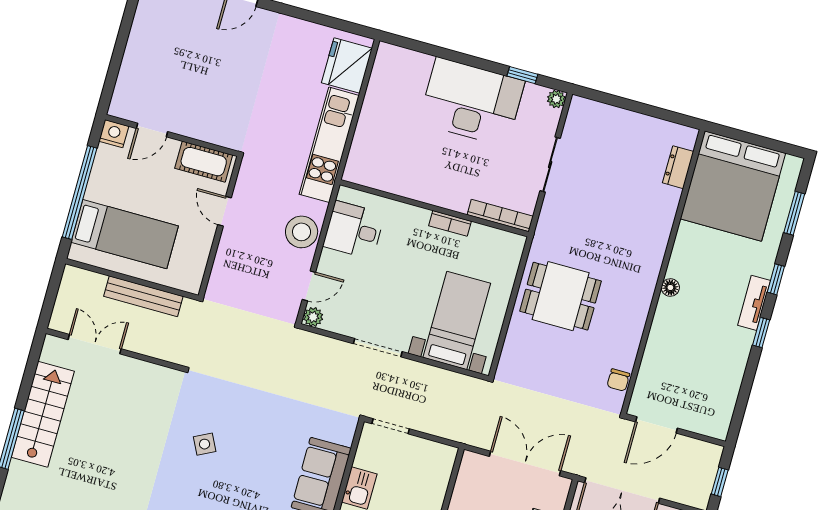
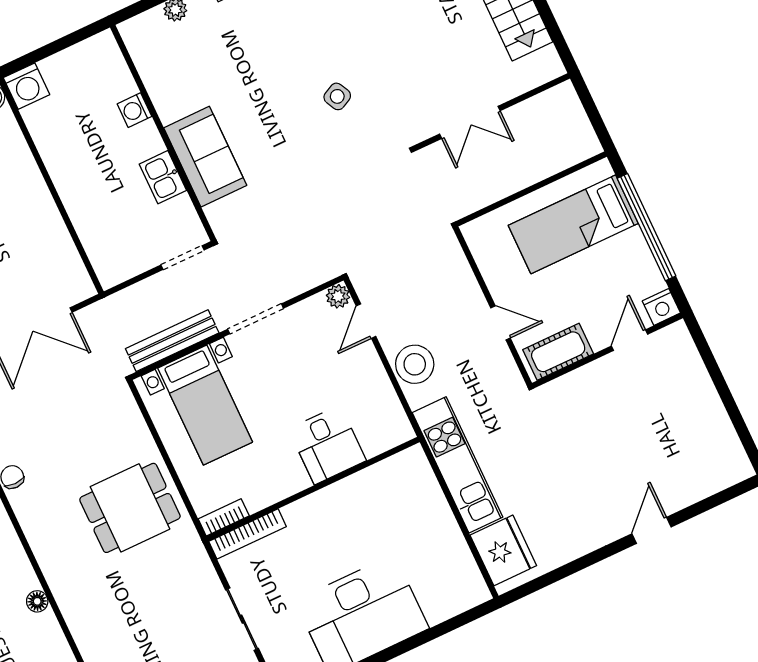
bookcase: (450, 223) -> (224, 517), moved
desk: (354, 230) -> (327, 445), moved, turned 90
bench: (143, 296) -> (172, 341), moved
double door: (95, 344) -> (470, 122), moved

